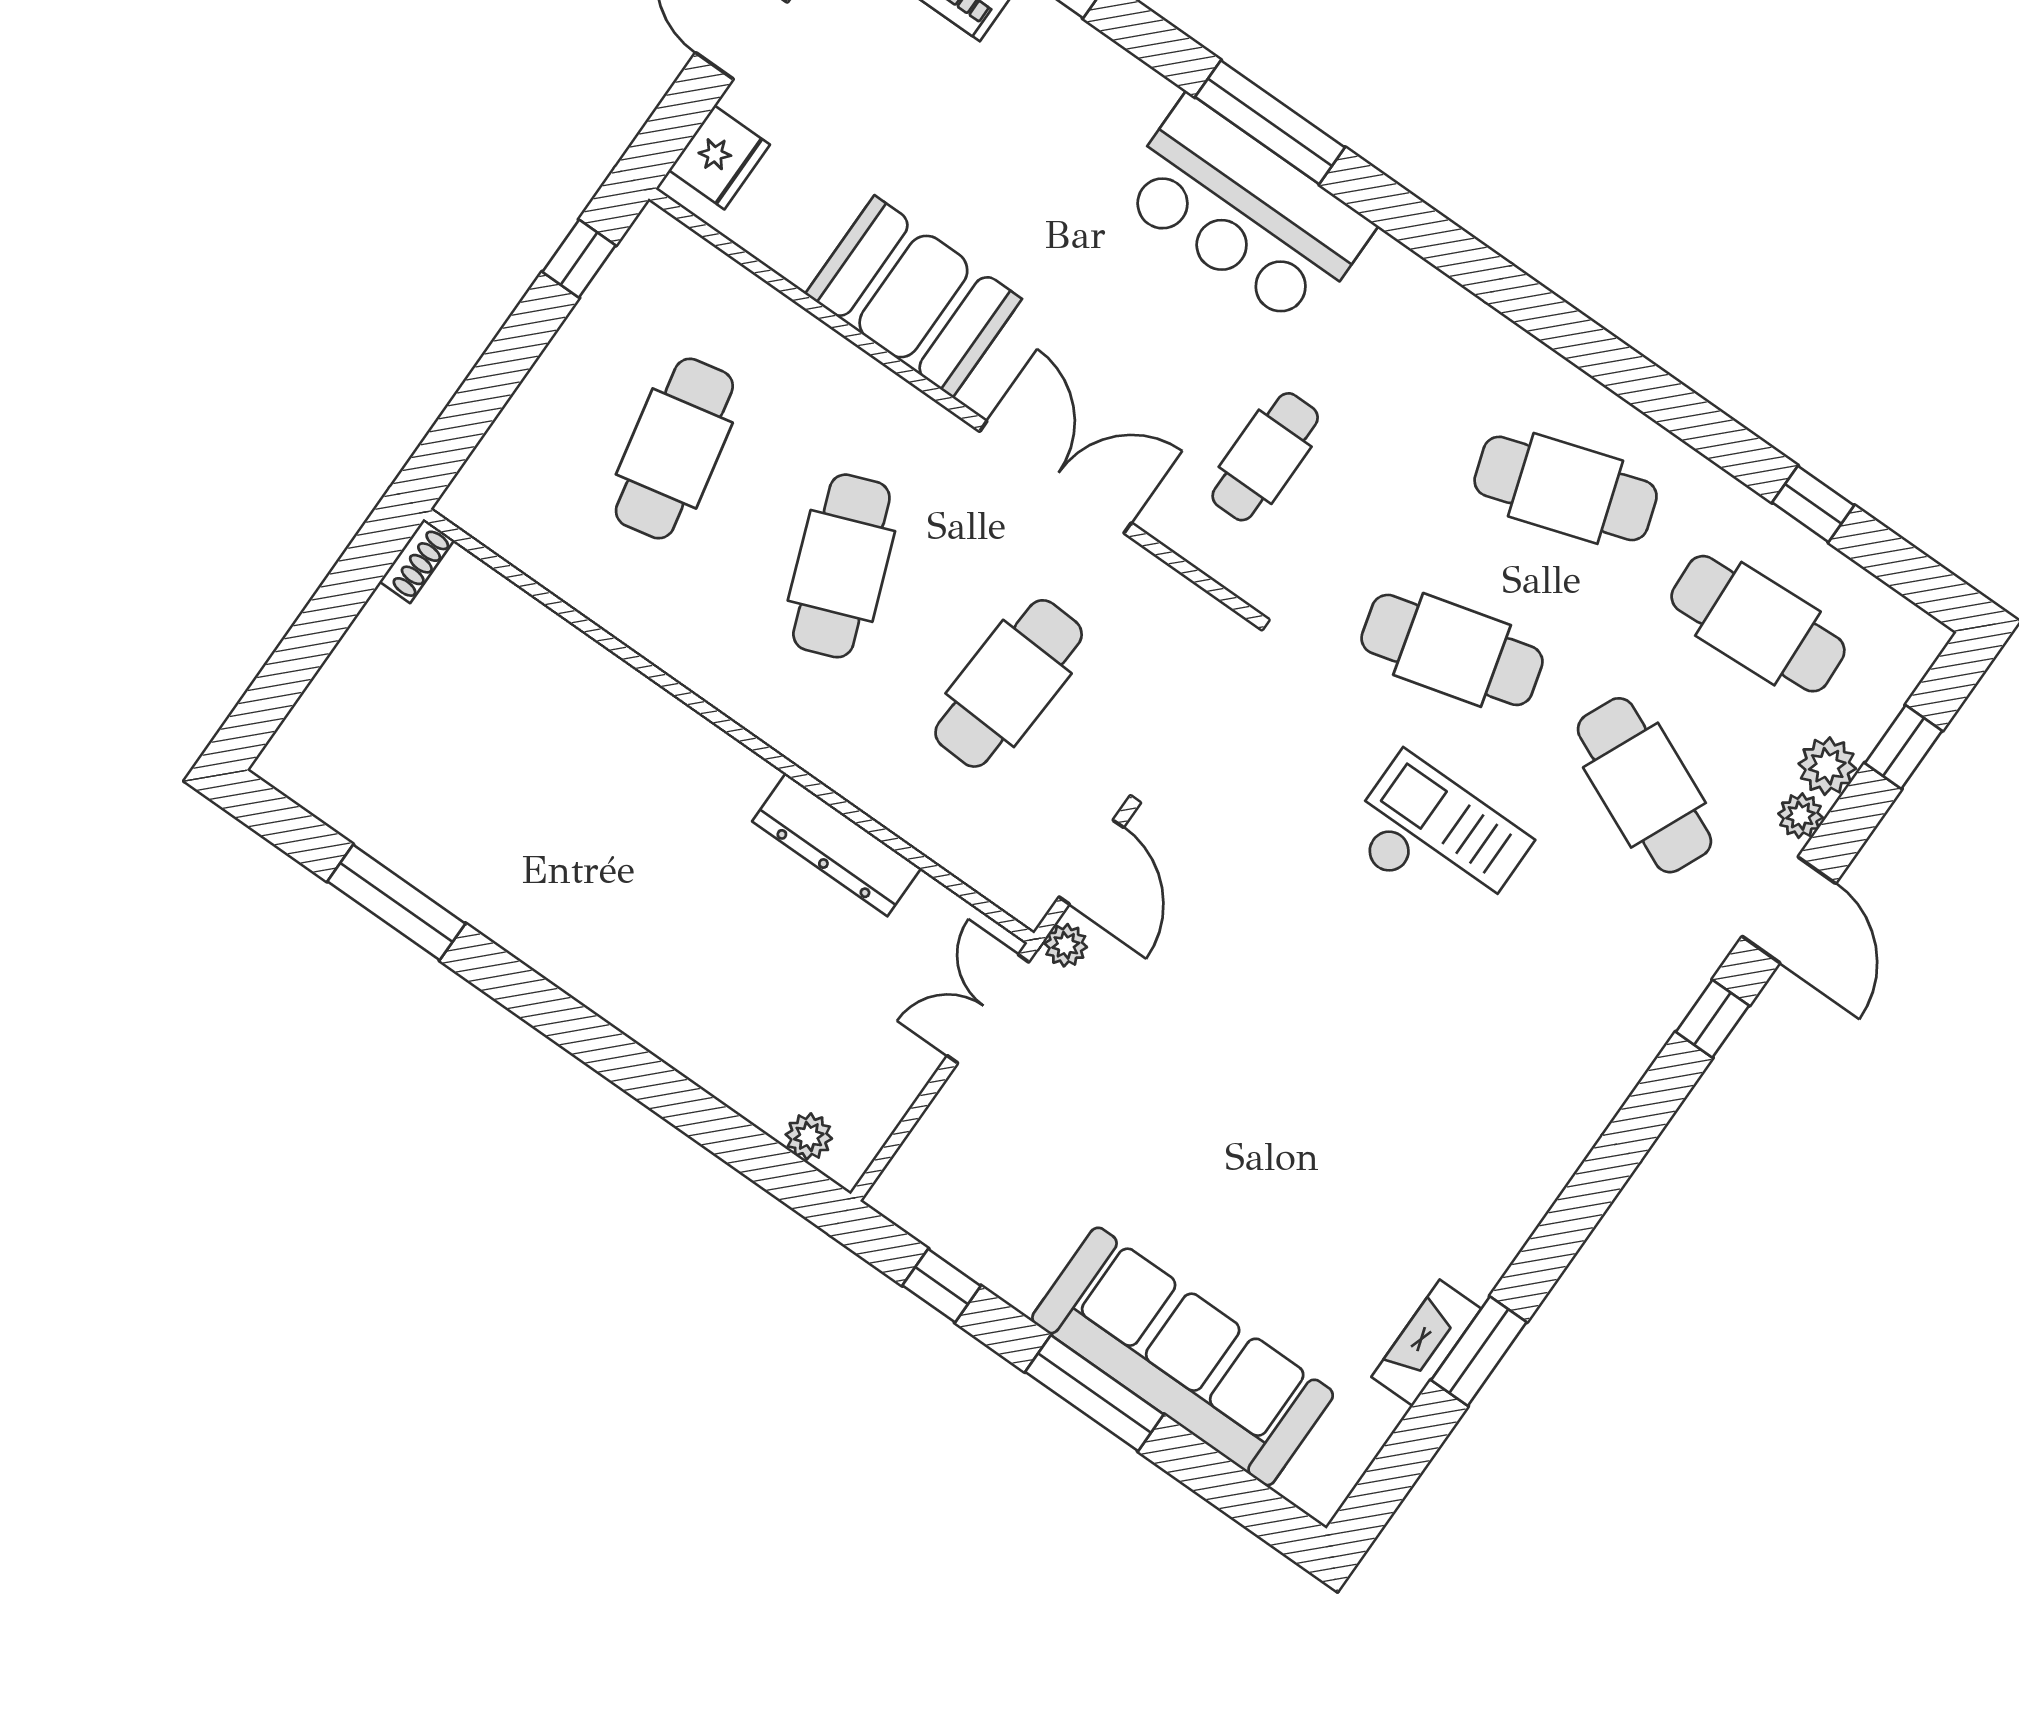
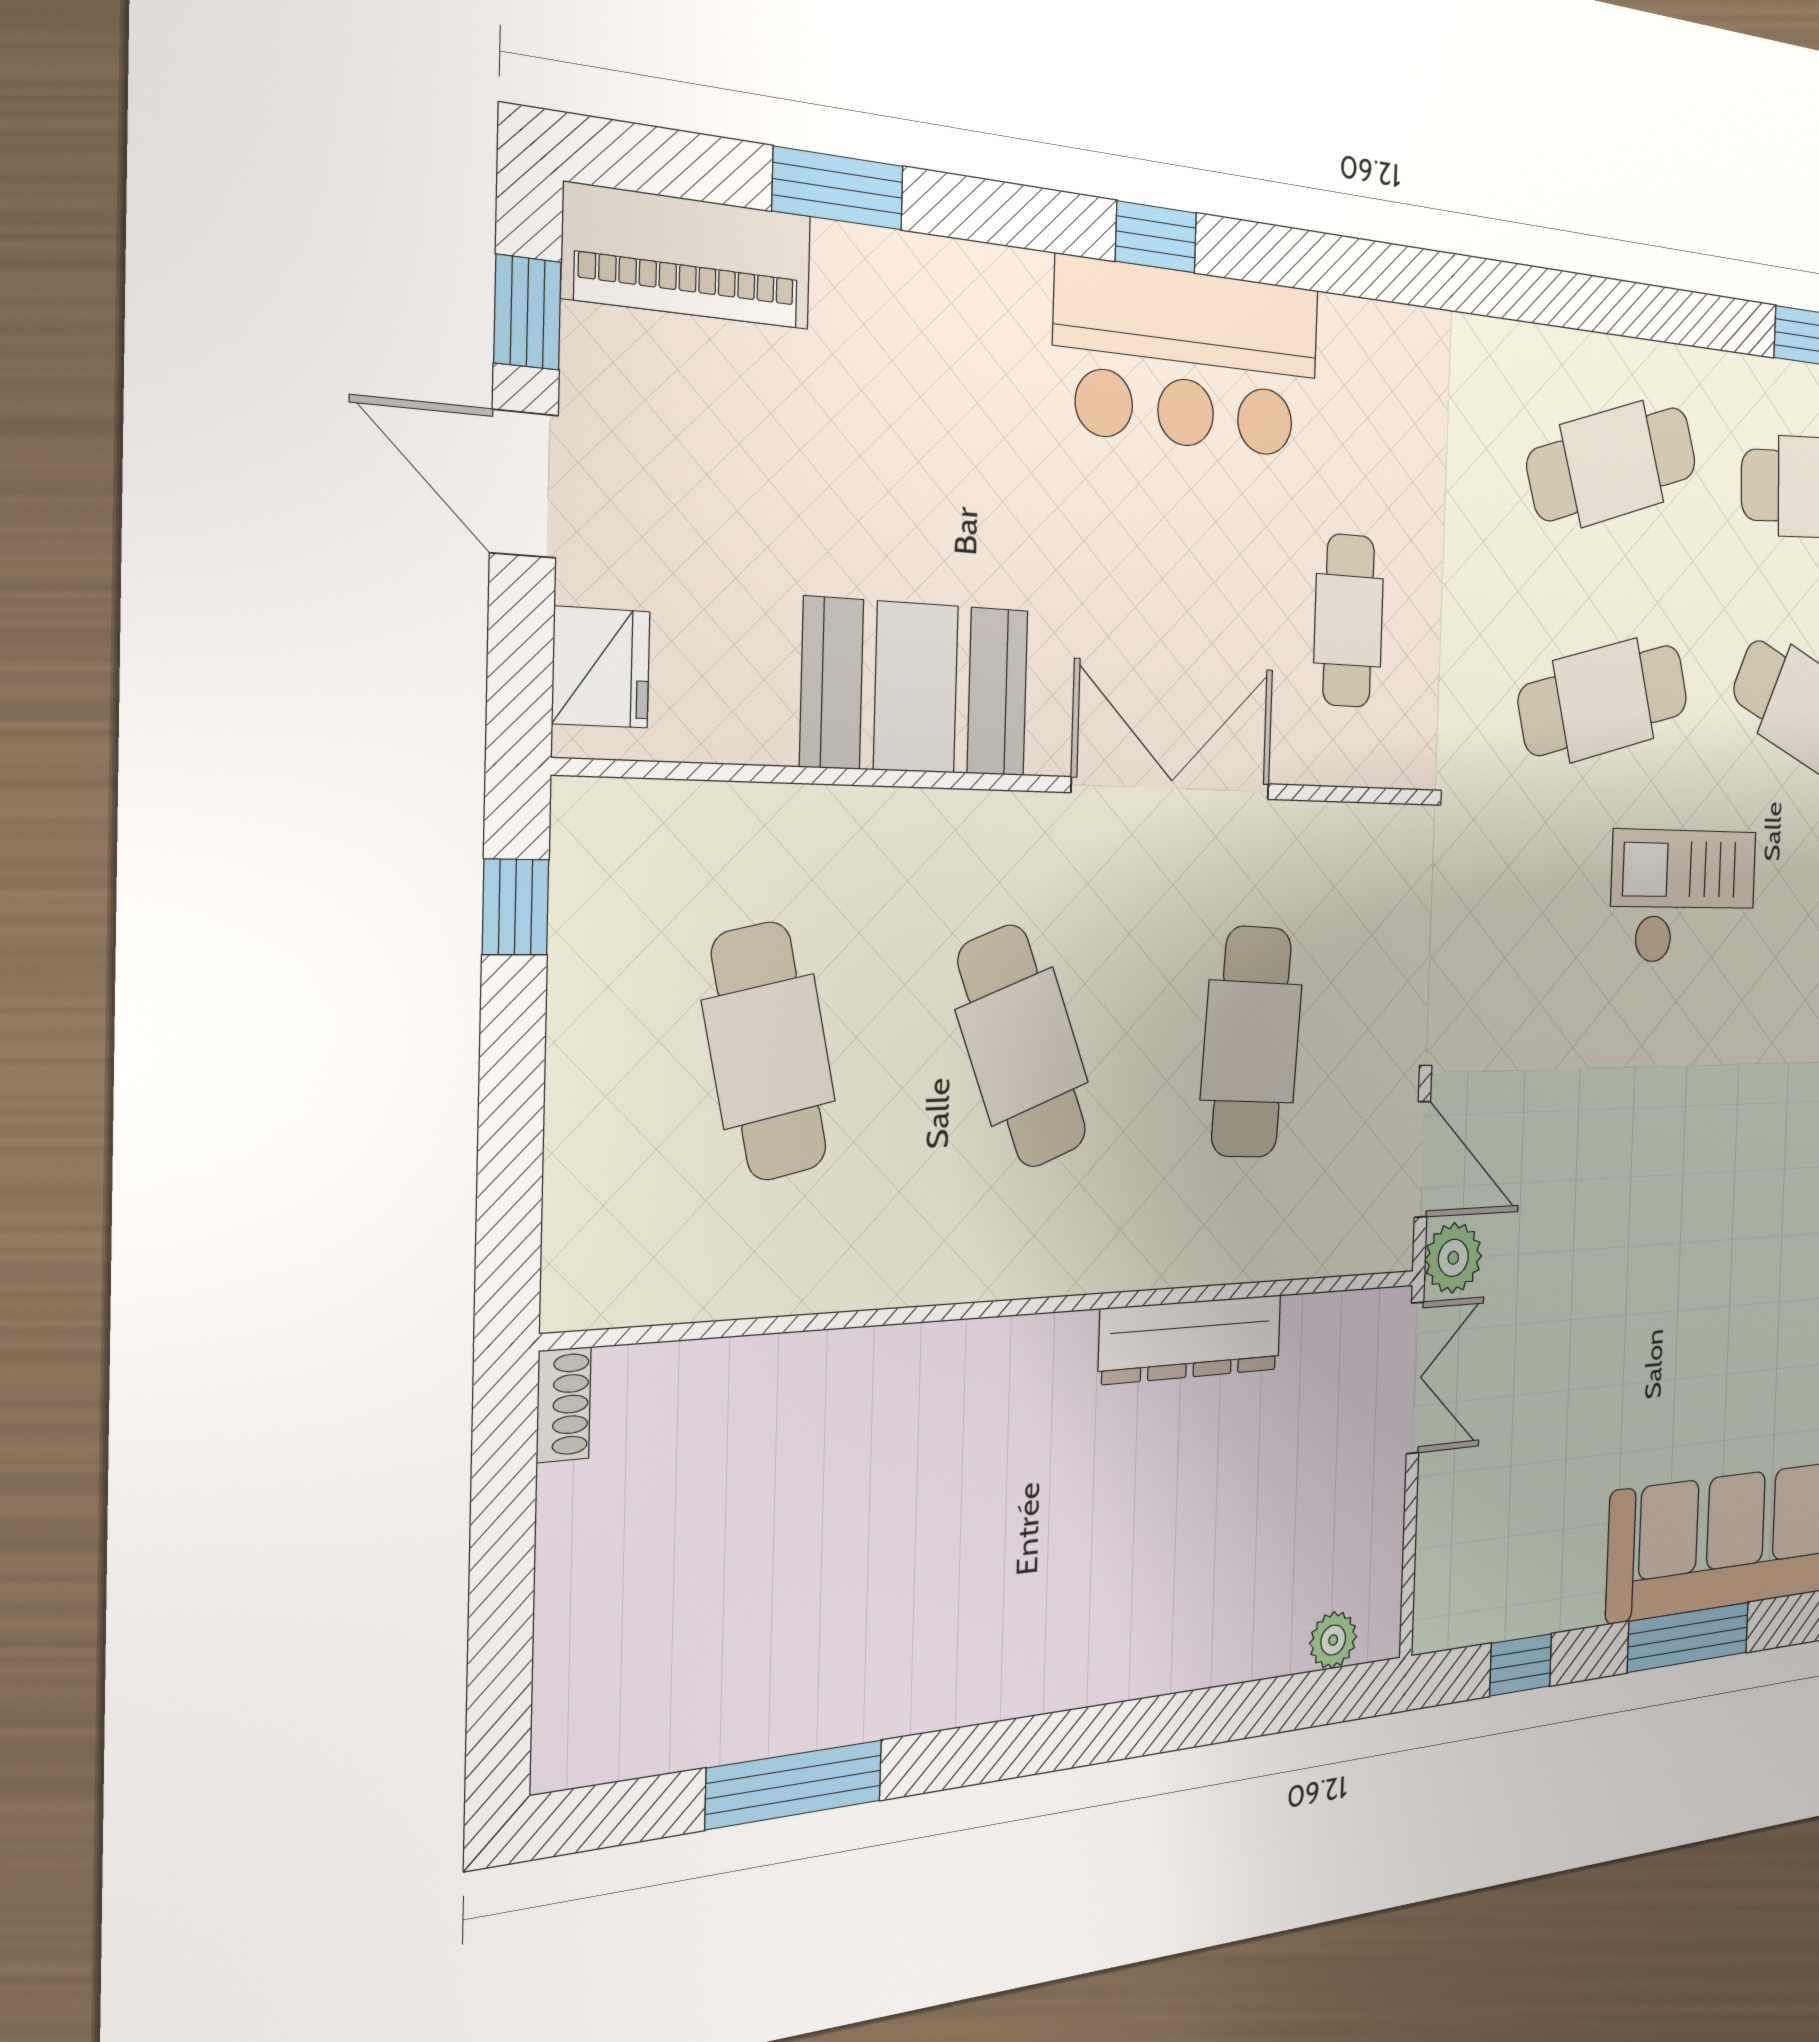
window: (1270, 122) -> (1156, 237), width x0.46
plant: (1066, 945) -> (1453, 1258), width x1.38, depth x1.38
double door: (988, 1009) -> (1415, 1378), swing flipped

